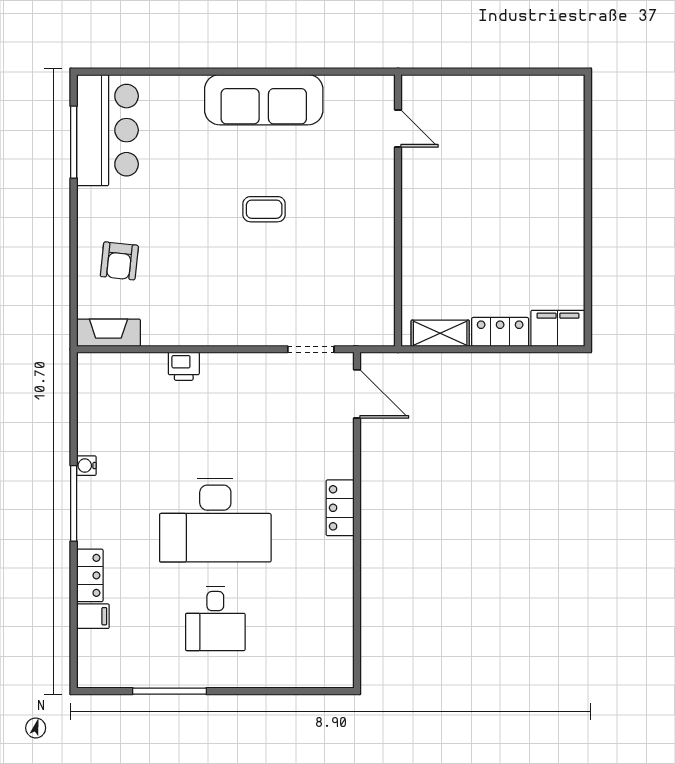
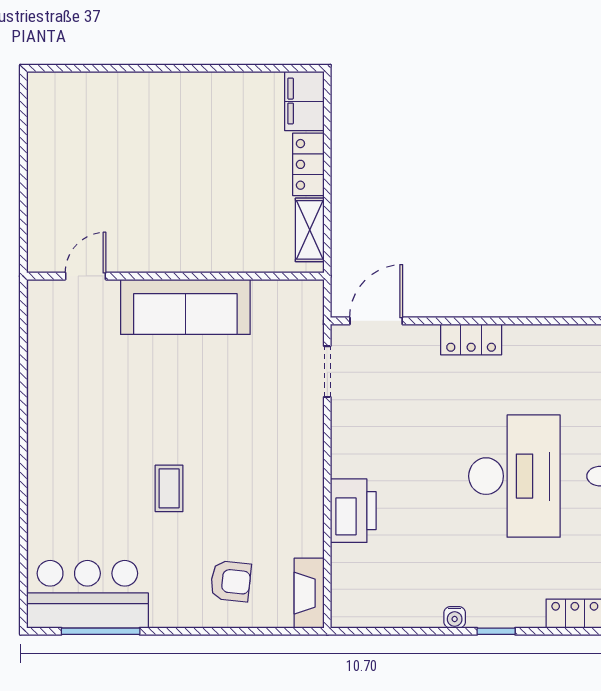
sofa: (264, 100) -> (185, 307), moved, turned 90
coffee table: (264, 209) -> (169, 488), moved
printer: (184, 366) -> (353, 511), width x1.87, depth x1.48
window: (74, 503) -> (496, 631), width x0.46
locker: (340, 508) -> (471, 340), moved

